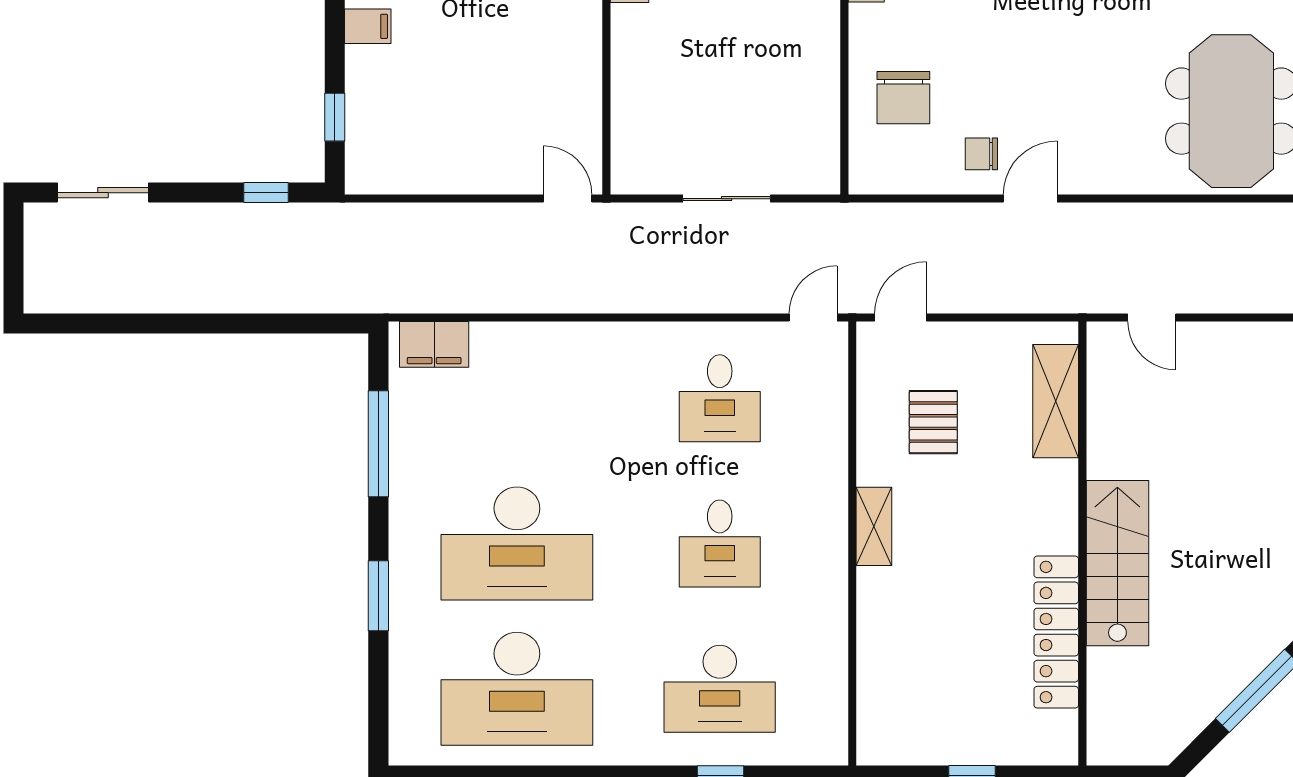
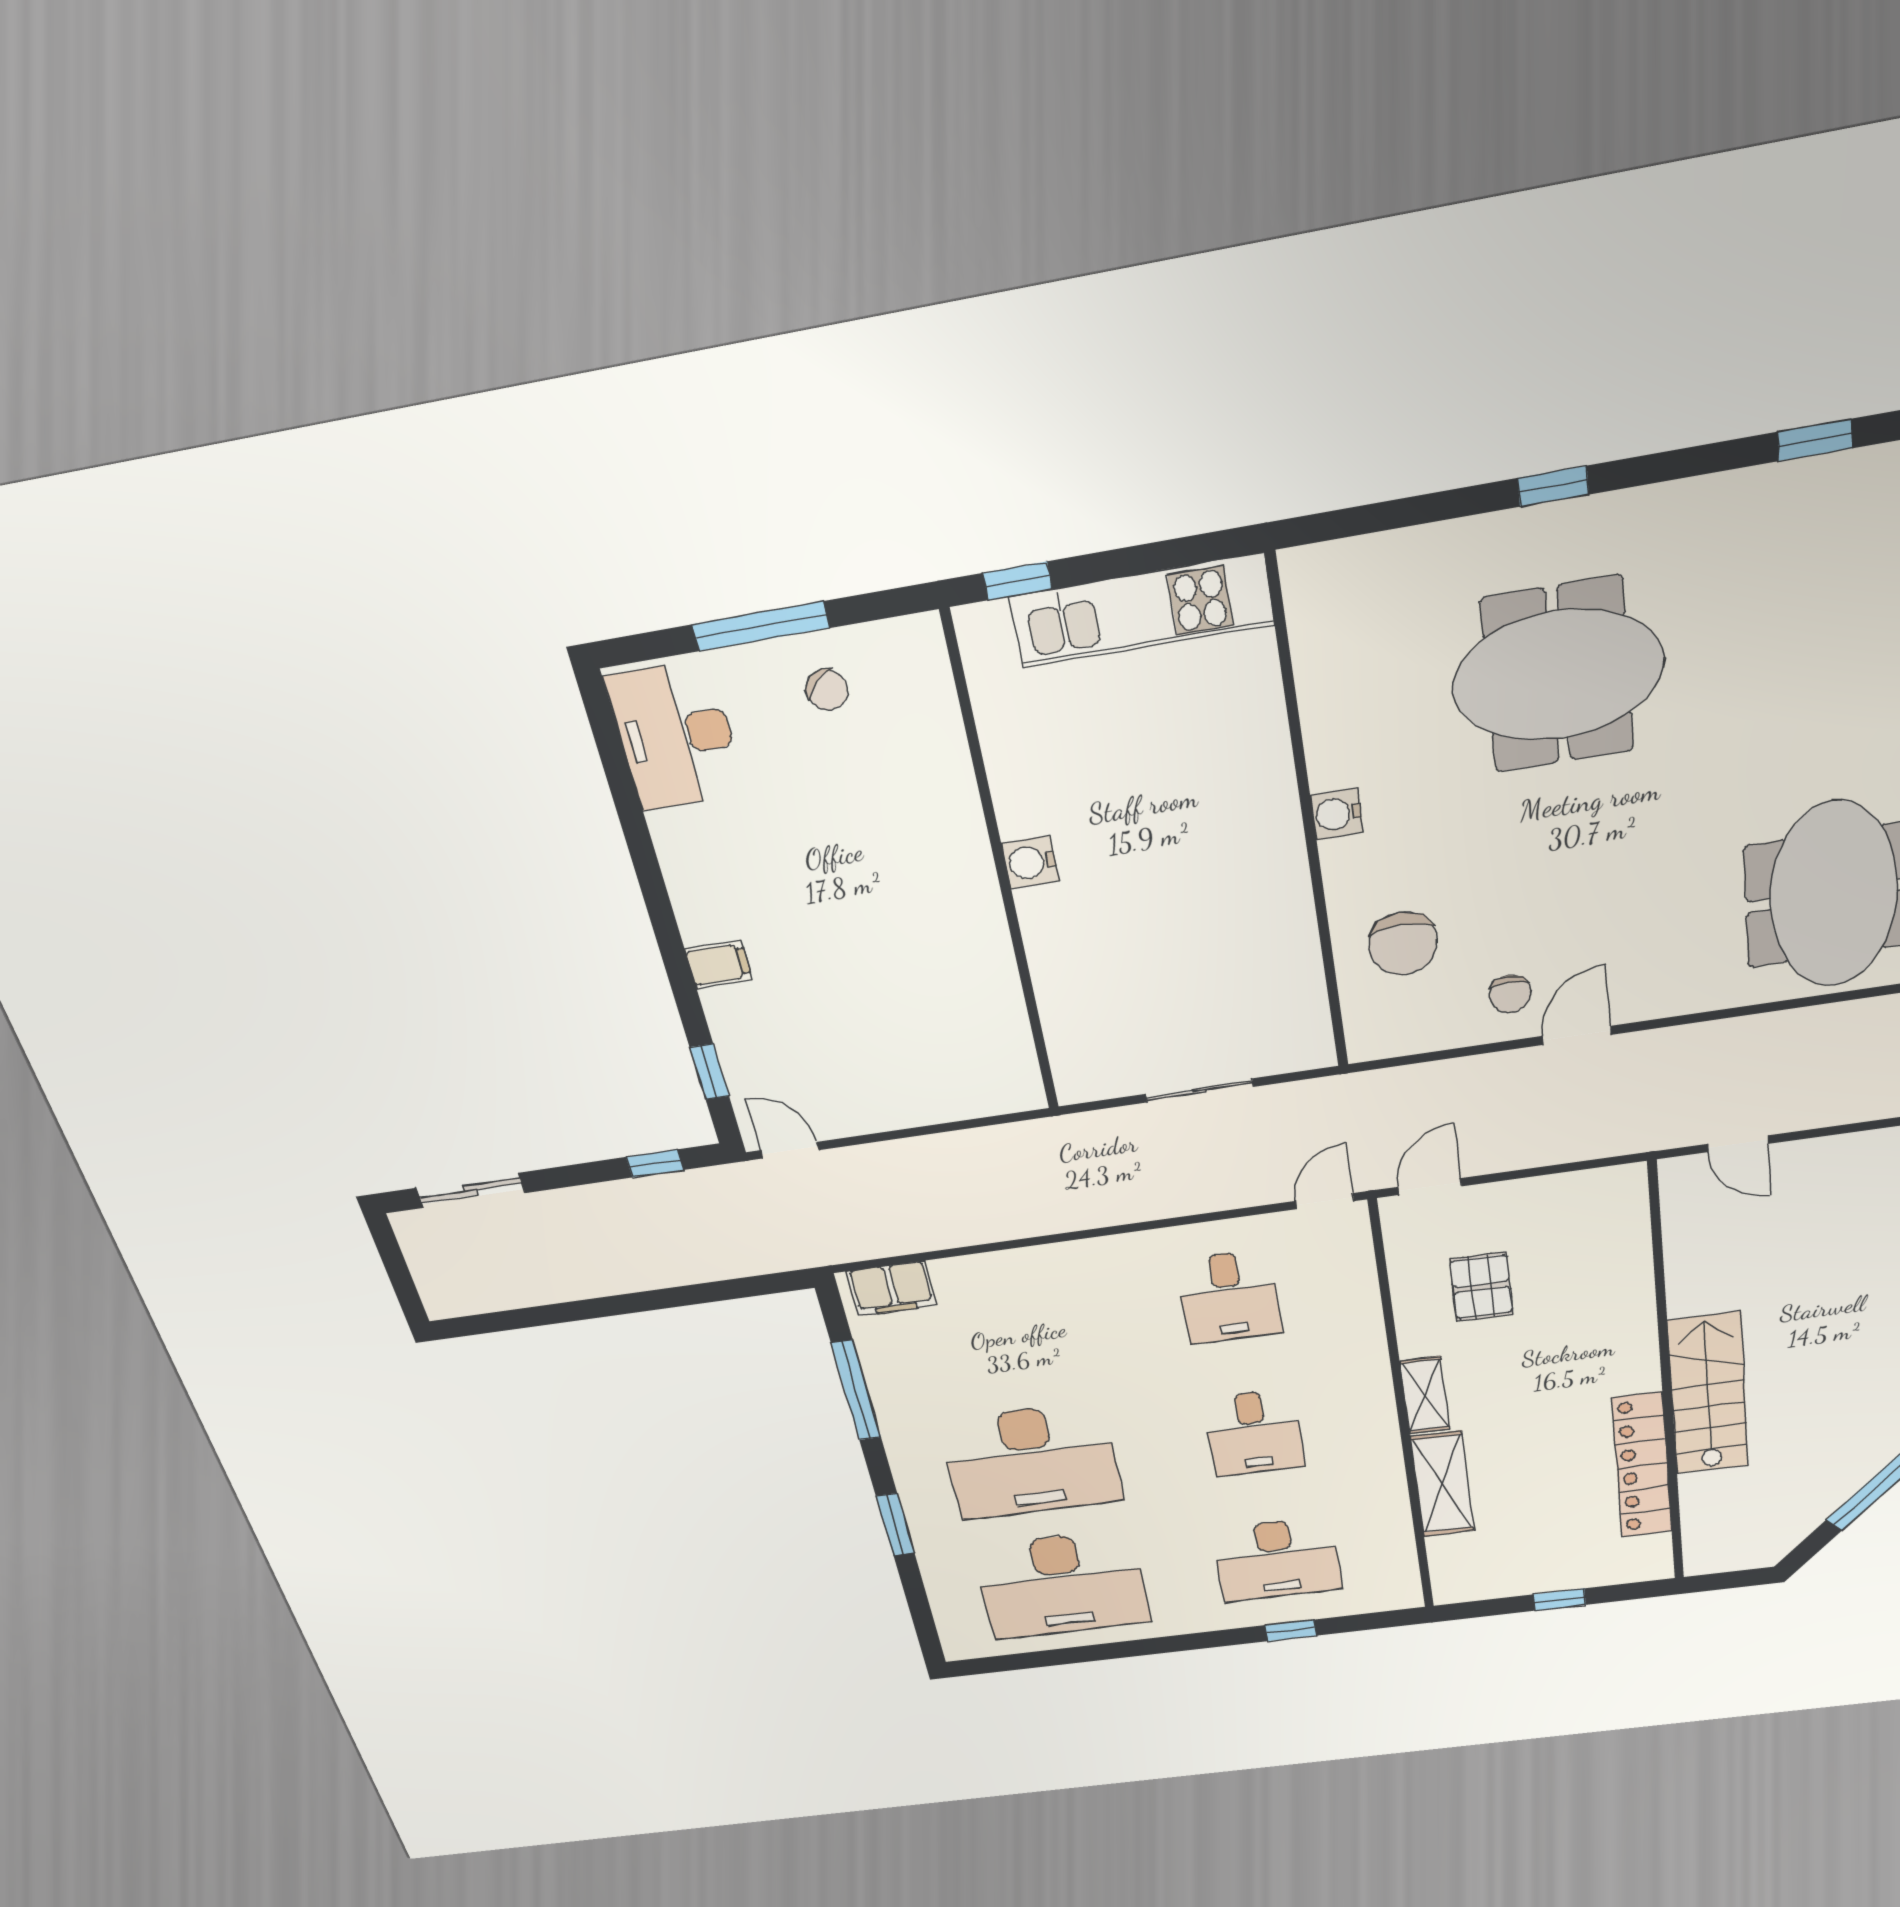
chair: (981, 154) -> (1510, 994), turned -90
door: (568, 199) -> (790, 1150), moved
shelving: (1056, 401) -> (1442, 1484), moved

